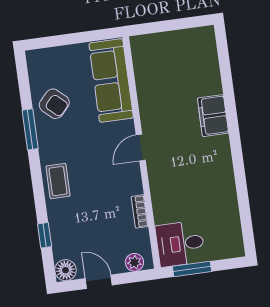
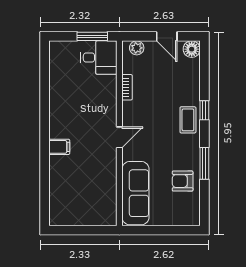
armchair: (54, 104) -> (183, 181), turned -43
filing cabinet: (213, 116) -> (59, 147), width x0.50
window: (45, 235) -> (204, 110), moved

